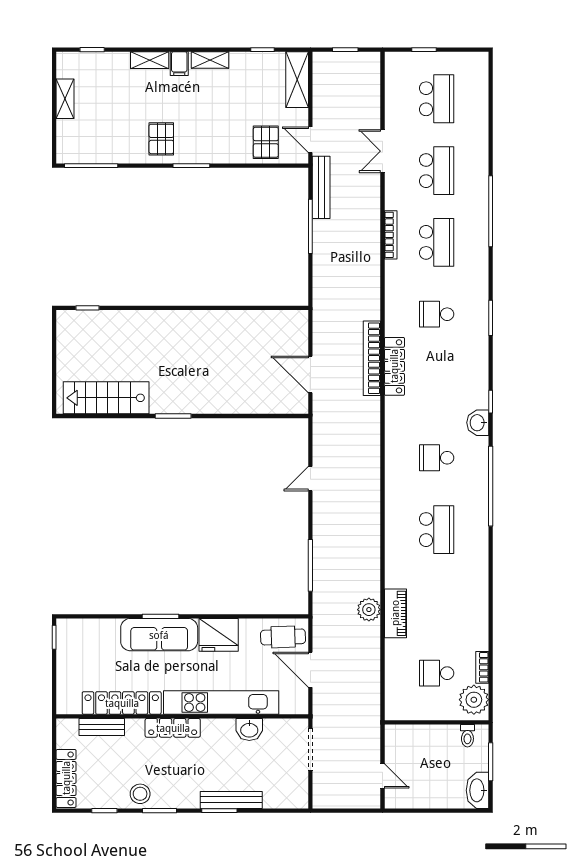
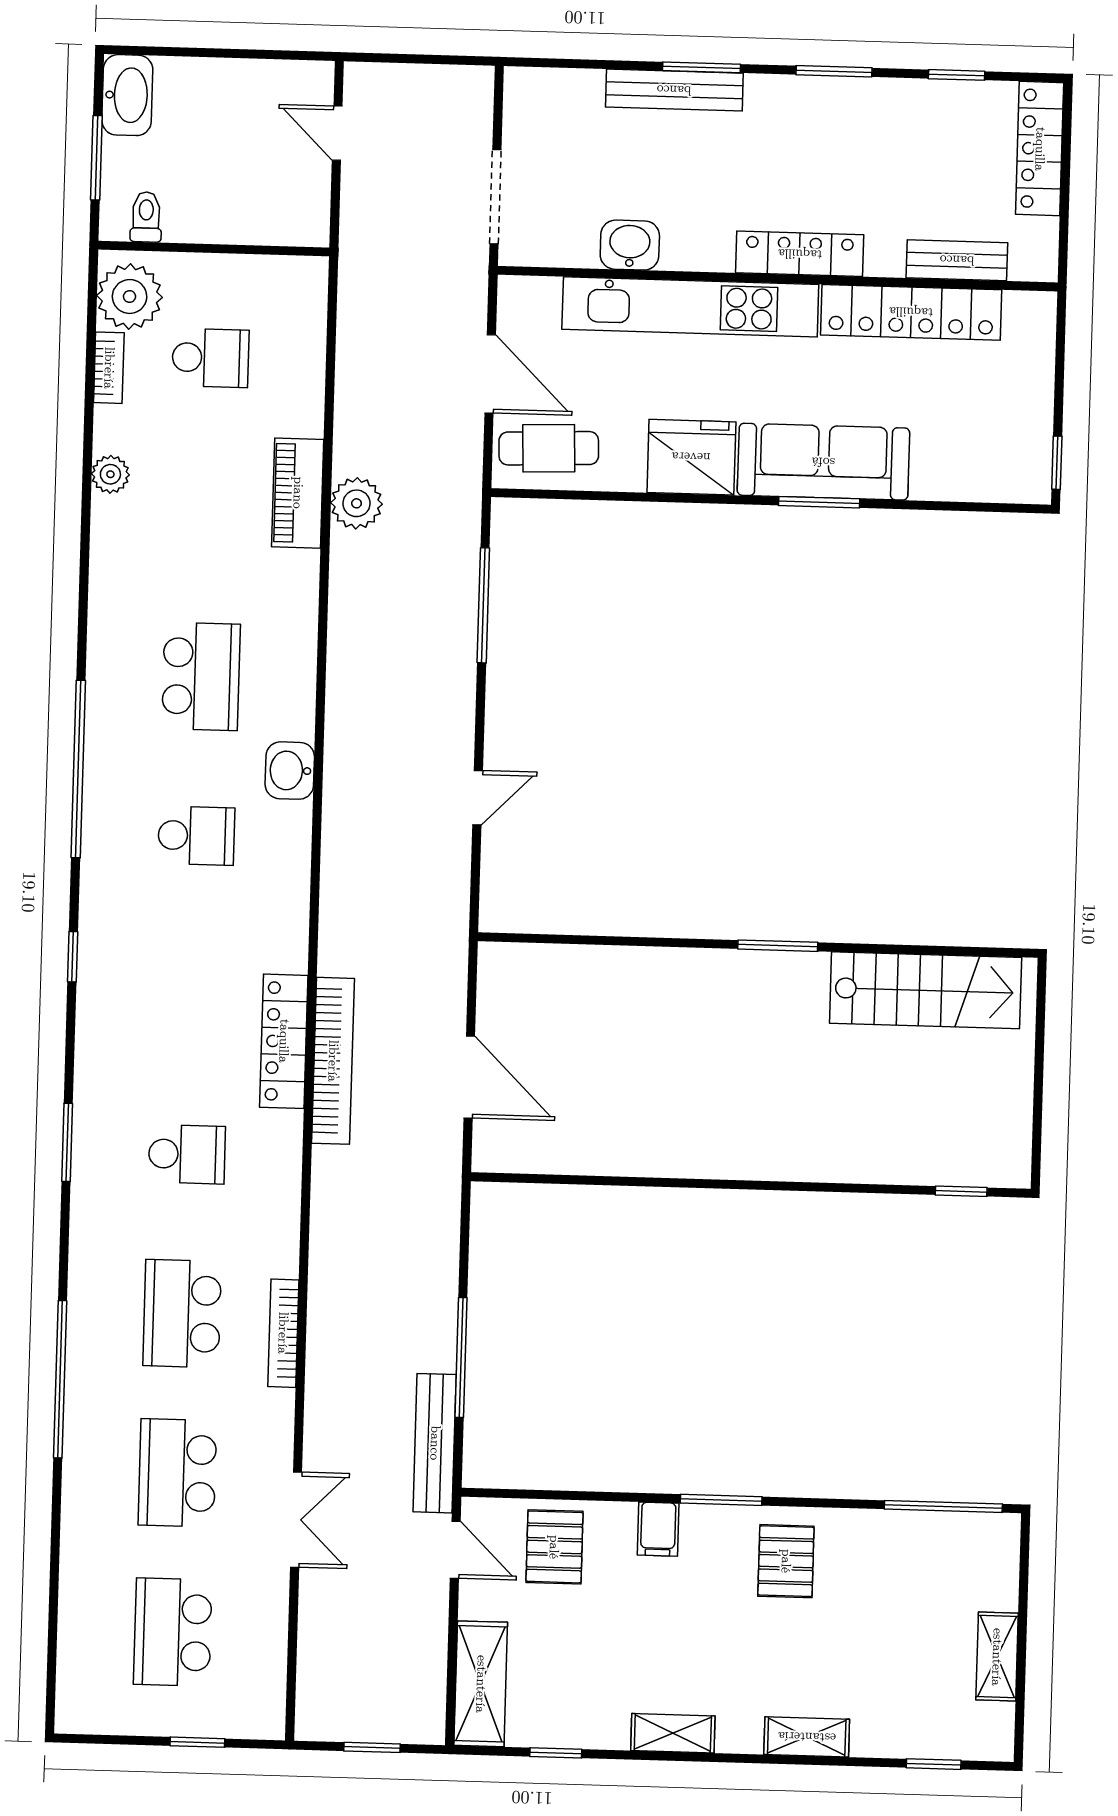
filing cabinet: (179, 64) -> (658, 1529), moved, turned 180
door: (310, 374) -> (469, 1077), moved
washbasin: (478, 423) -> (290, 771), moved, turned 180
school desk: (437, 530) -> (201, 676), turned 180
plant: (480, 619) -> (110, 474), added
stool: (140, 794) -> (876, 110), removed

